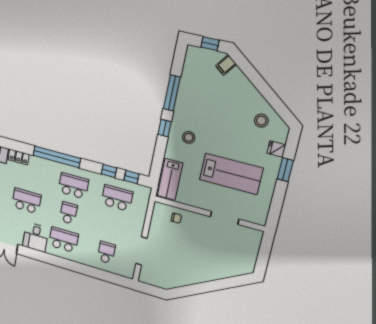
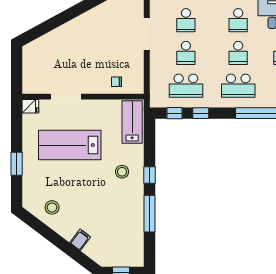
filing cabinet: (226, 65) -> (80, 240), moved
fridge: (276, 149) -> (30, 106), moved
school desk: (112, 226) -> (186, 53), added
school desk: (64, 240) -> (238, 20), width x0.54

